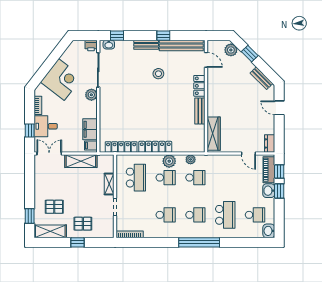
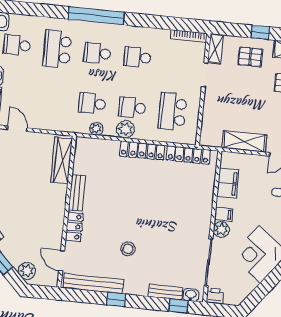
bench: (146, 45) -> (166, 292), moved
filing cabinet: (91, 145) -> (224, 214), moved
shelving: (109, 184) -> (215, 49), moved

